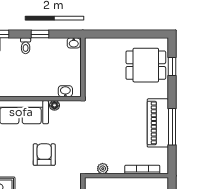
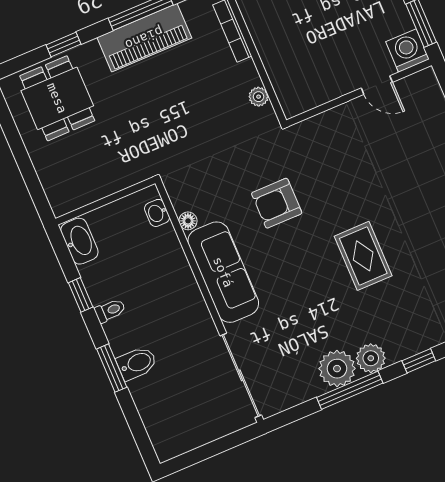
washbasin: (74, 43) -> (79, 241), width x1.91, depth x1.45
window: (172, 66) -> (64, 45), moved

